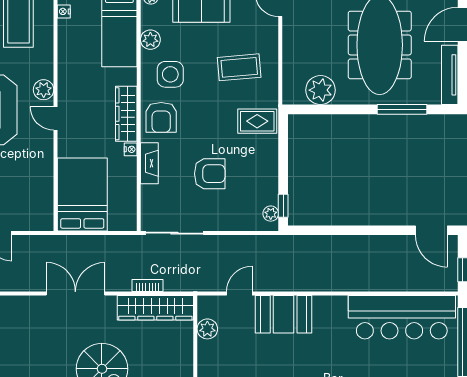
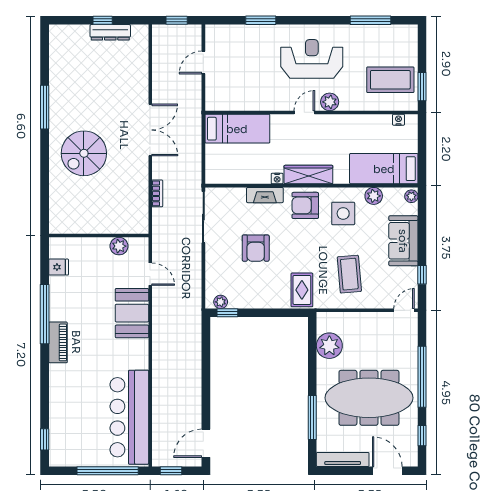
bed: (82, 195) -> (237, 129), width x0.67
wardrobe: (155, 308) -> (138, 200), removed

